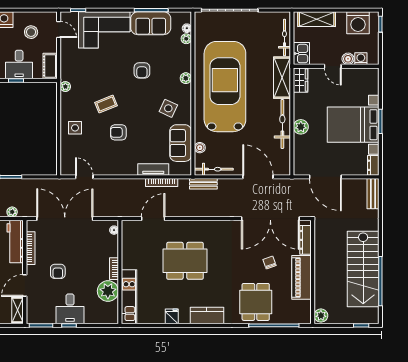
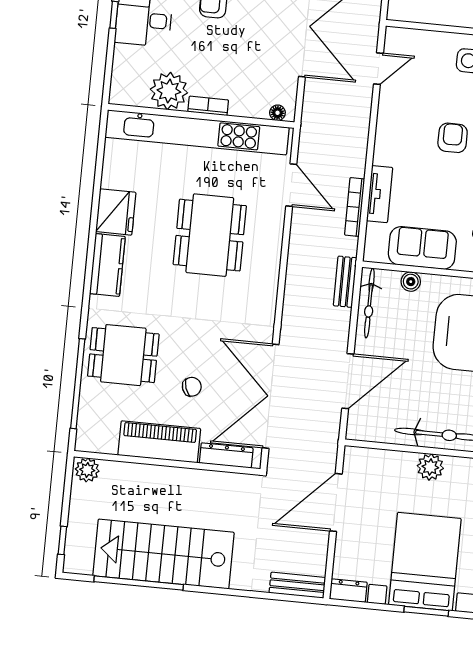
kitchen unit: (129, 297) -> (197, 132), width x1.86
fridge: (172, 316) -> (116, 212), width x1.88, depth x1.34

